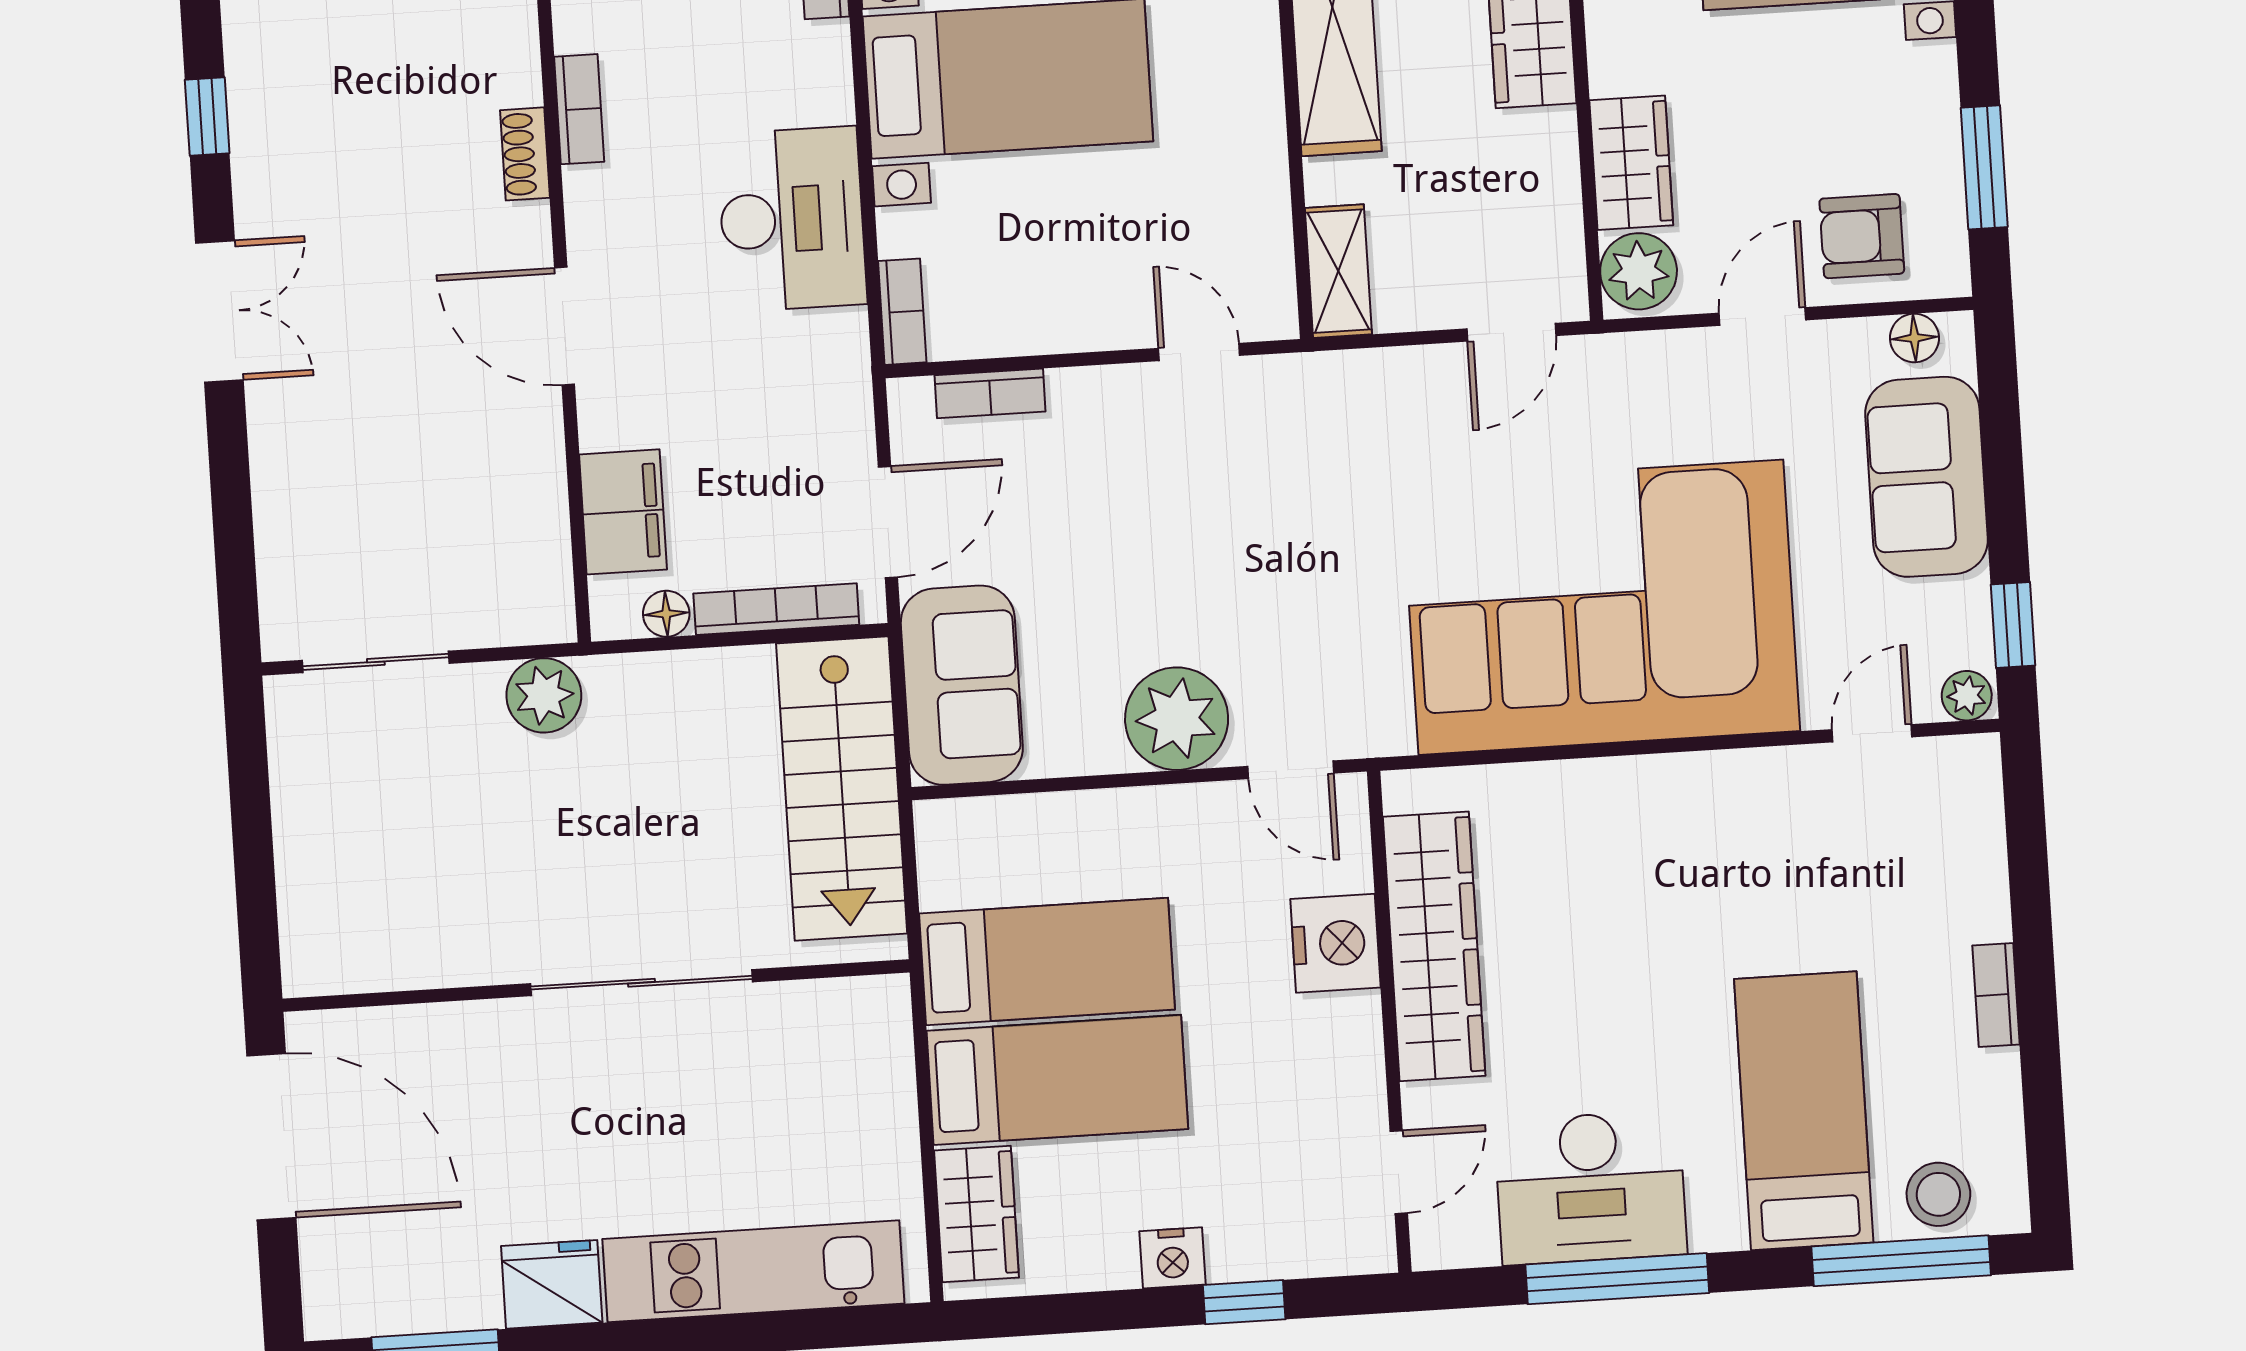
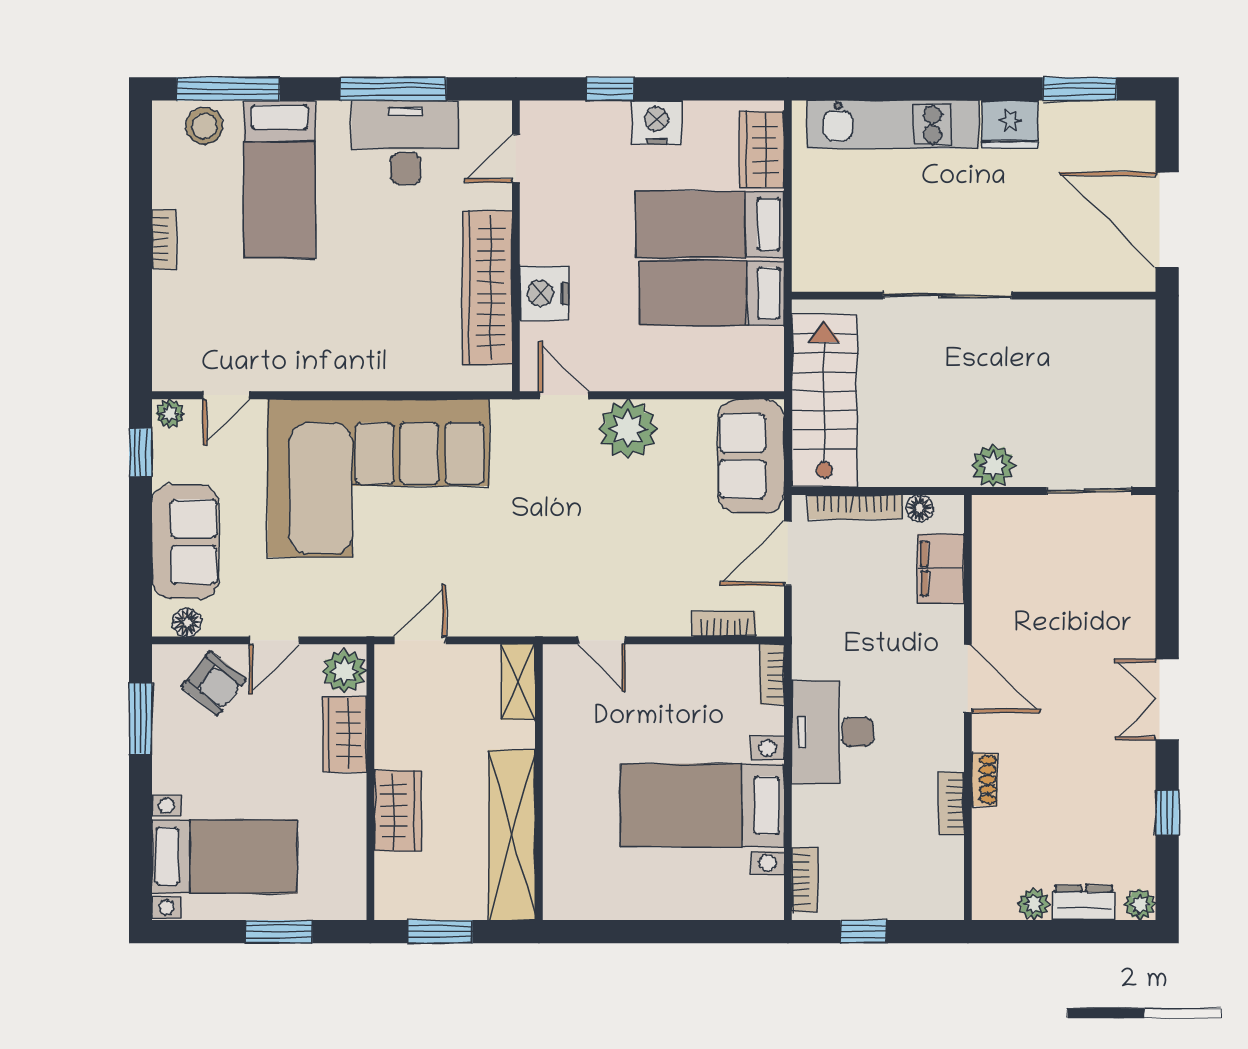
armchair: (1862, 236) -> (214, 683), turned 39
nightstand: (1173, 1258) -> (656, 122), width x1.36, depth x1.33

